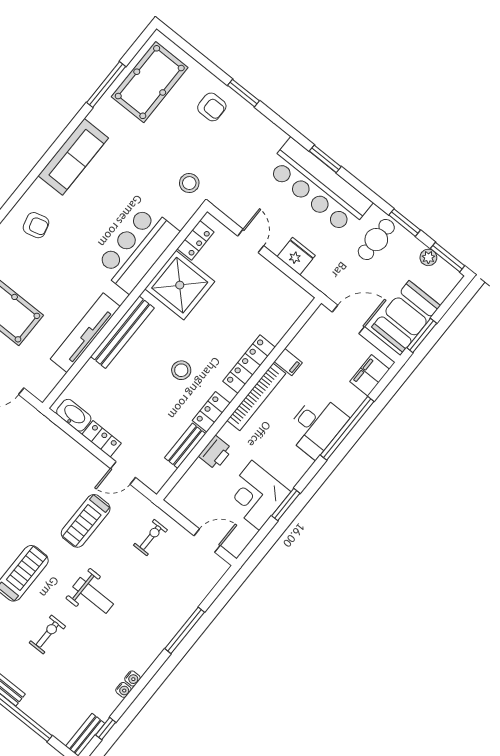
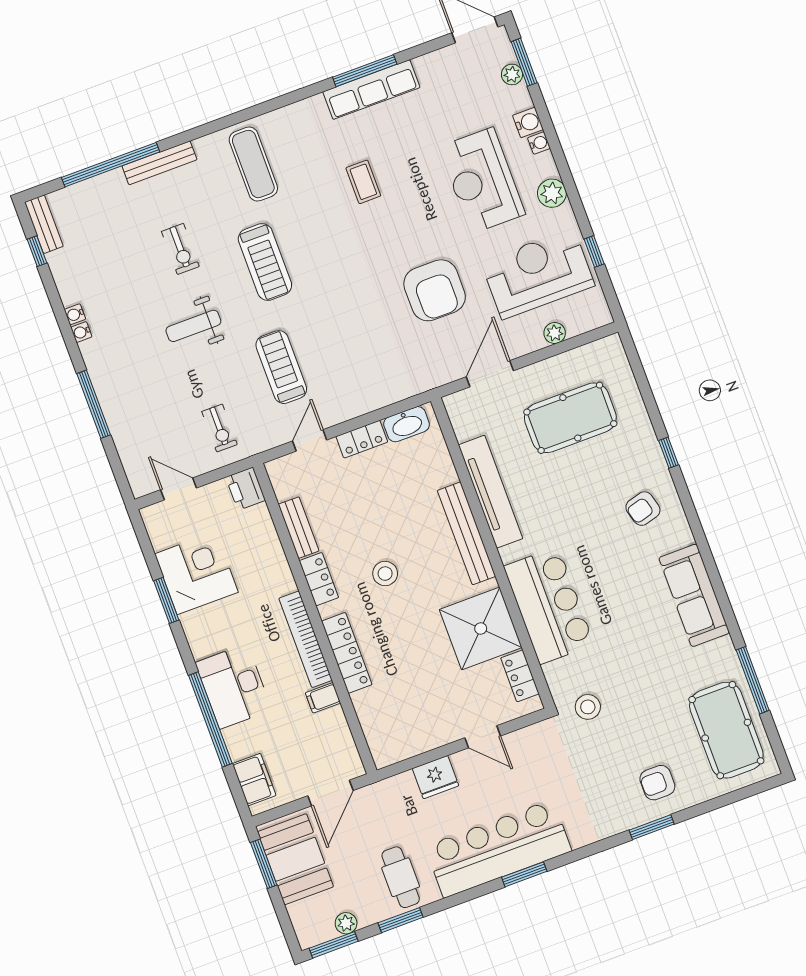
printer: (215, 453) -> (246, 489), moved
door: (207, 541) -> (179, 489), swing flipped
water cooler: (123, 690) -> (81, 332), moved

